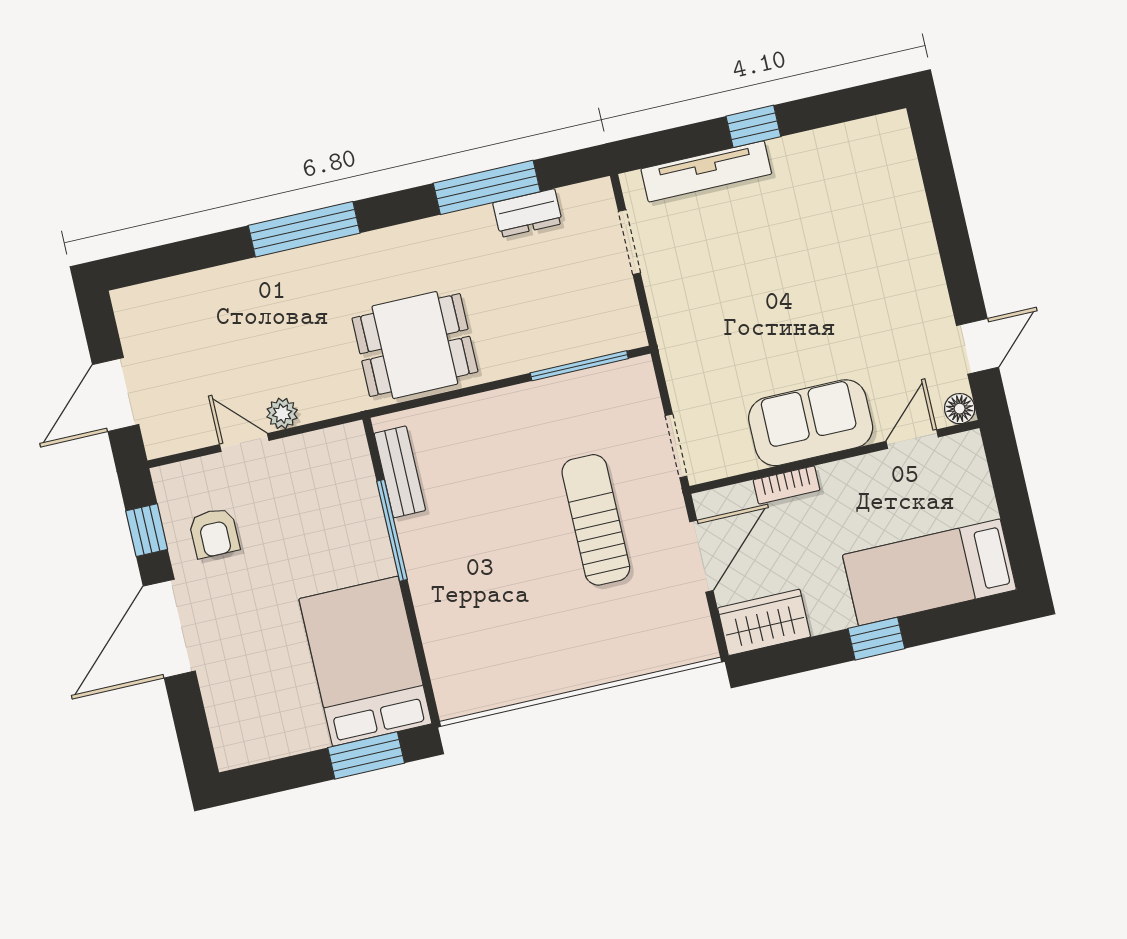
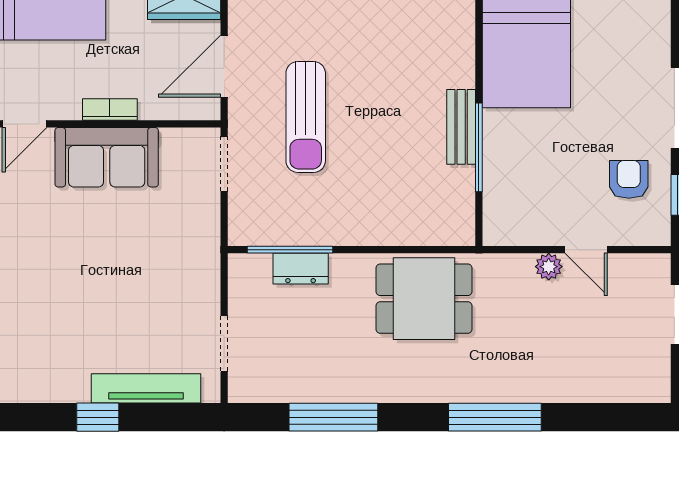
dresser: (528, 213) -> (301, 269), moved, turned 180
bench: (400, 472) -> (461, 127), moved
bookcase: (787, 485) -> (110, 110), moved

